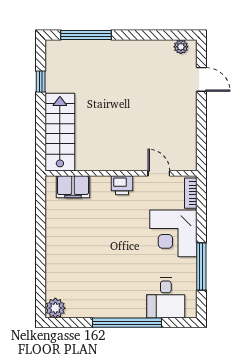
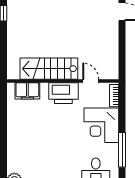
stairs: (60, 132) -> (49, 69), moved, turned -90
printer: (122, 185) -> (63, 93), width x1.87, depth x1.48

